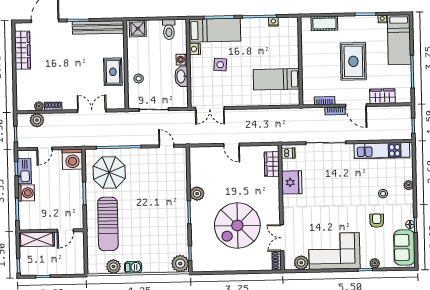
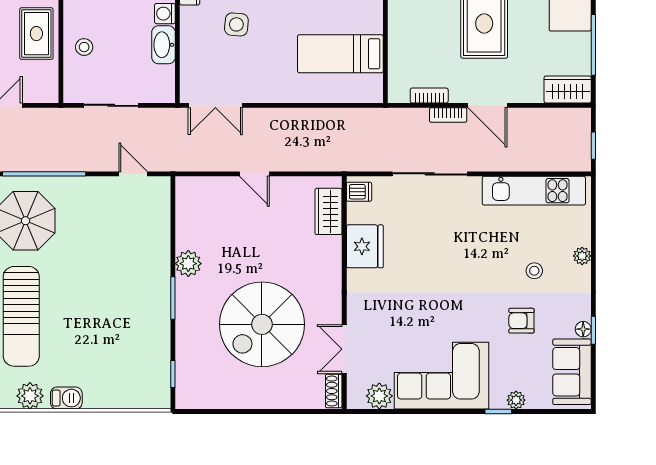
wardrobe: (382, 96) -> (568, 89), moved
armchair: (377, 221) -> (521, 321), turned -90
plant: (180, 264) -> (154, 393), removed

